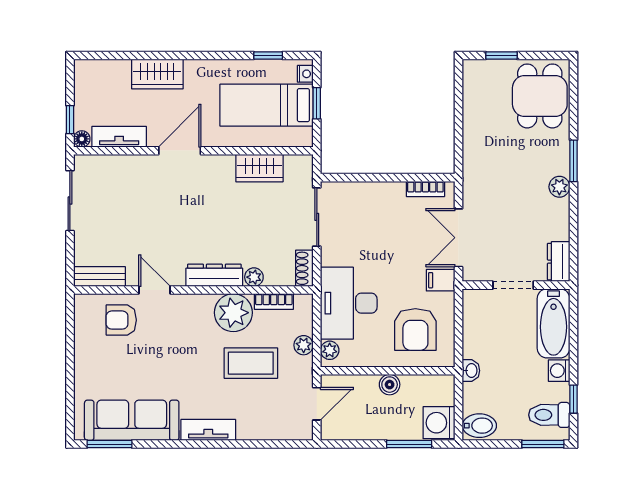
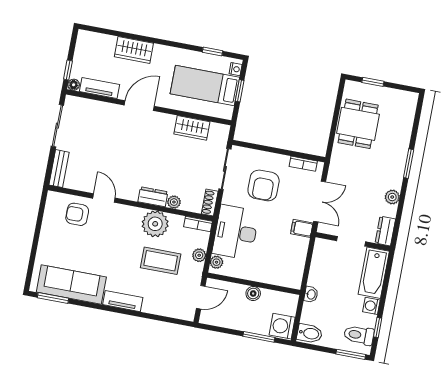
dining table: (540, 96) -> (358, 124), moved
plant: (559, 187) -> (392, 197), moved
double door: (459, 238) -> (320, 201), swing flipped
dresser: (214, 275) -> (153, 197), width x0.70
bench: (100, 277) -> (59, 169), moved, turned 90
bookcase: (274, 302) -> (198, 224), moved
armchair: (415, 329) -> (264, 185), moved

